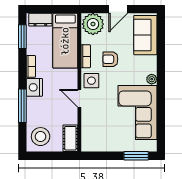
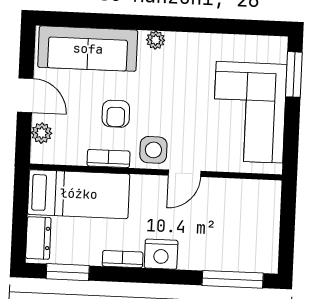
plant: (93, 24) -> (42, 133), width x0.53, depth x0.53
sofa: (145, 35) -> (88, 49), width x1.36
window: (22, 106) -> (233, 279), moved
corner sofa: (137, 113) -> (249, 112), moved, turned 90
stool: (41, 137) -> (251, 247), removed
cot: (70, 138) -> (257, 193), removed

